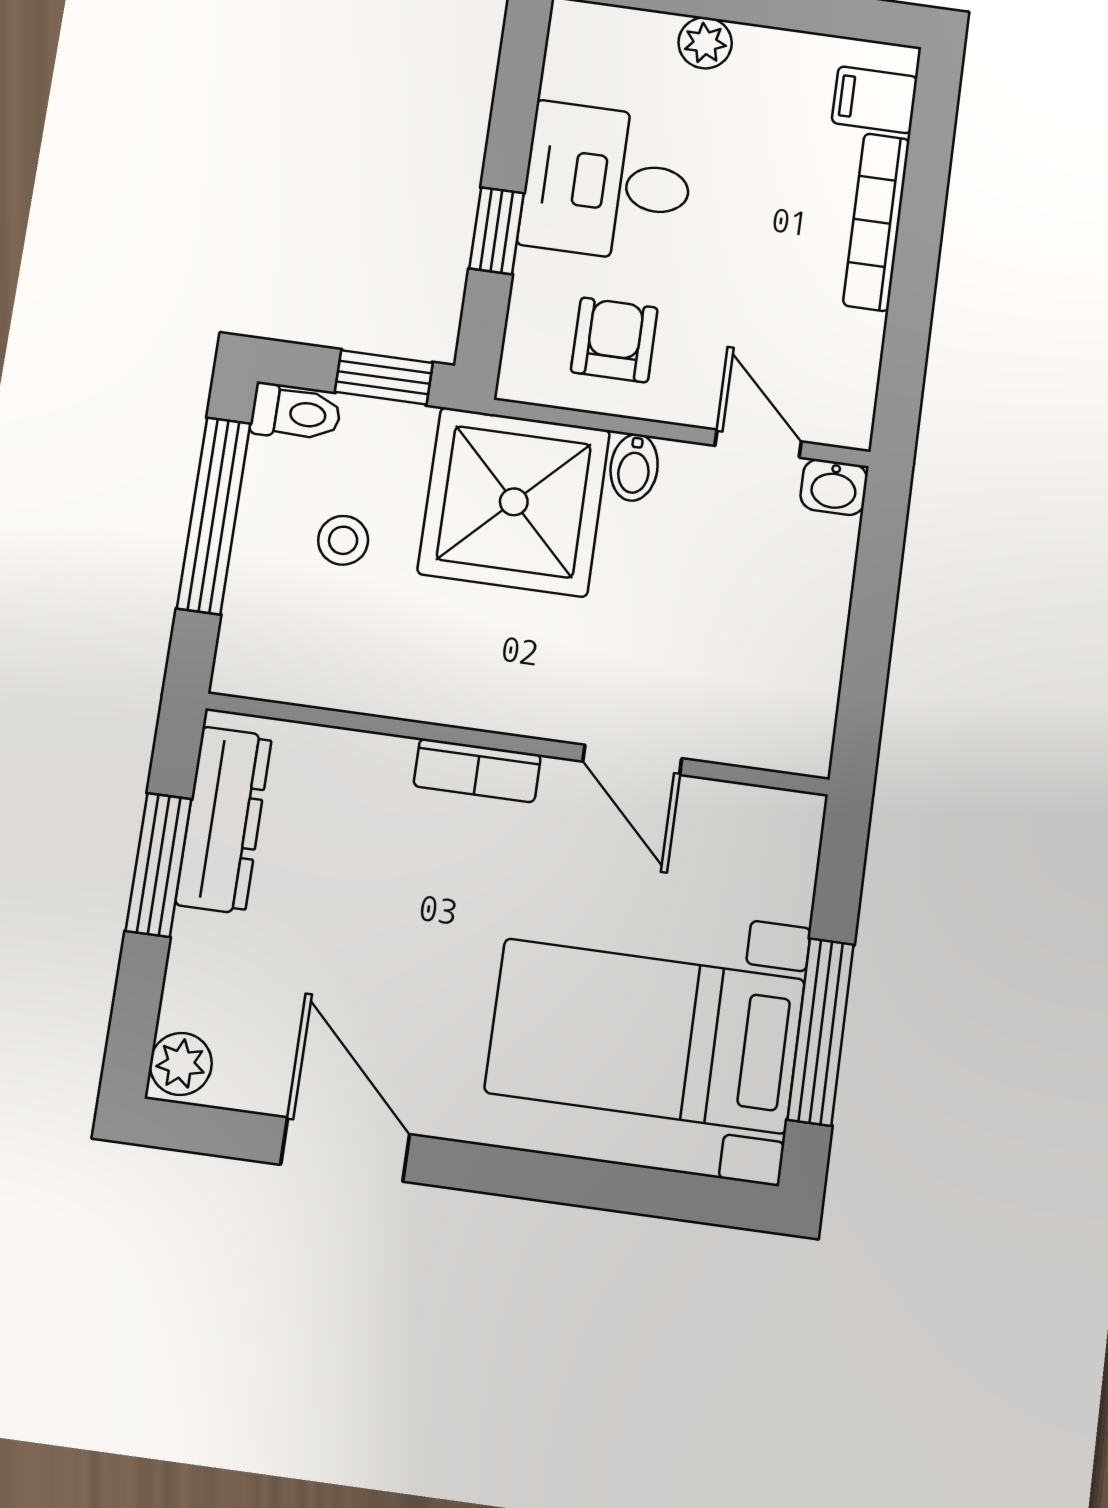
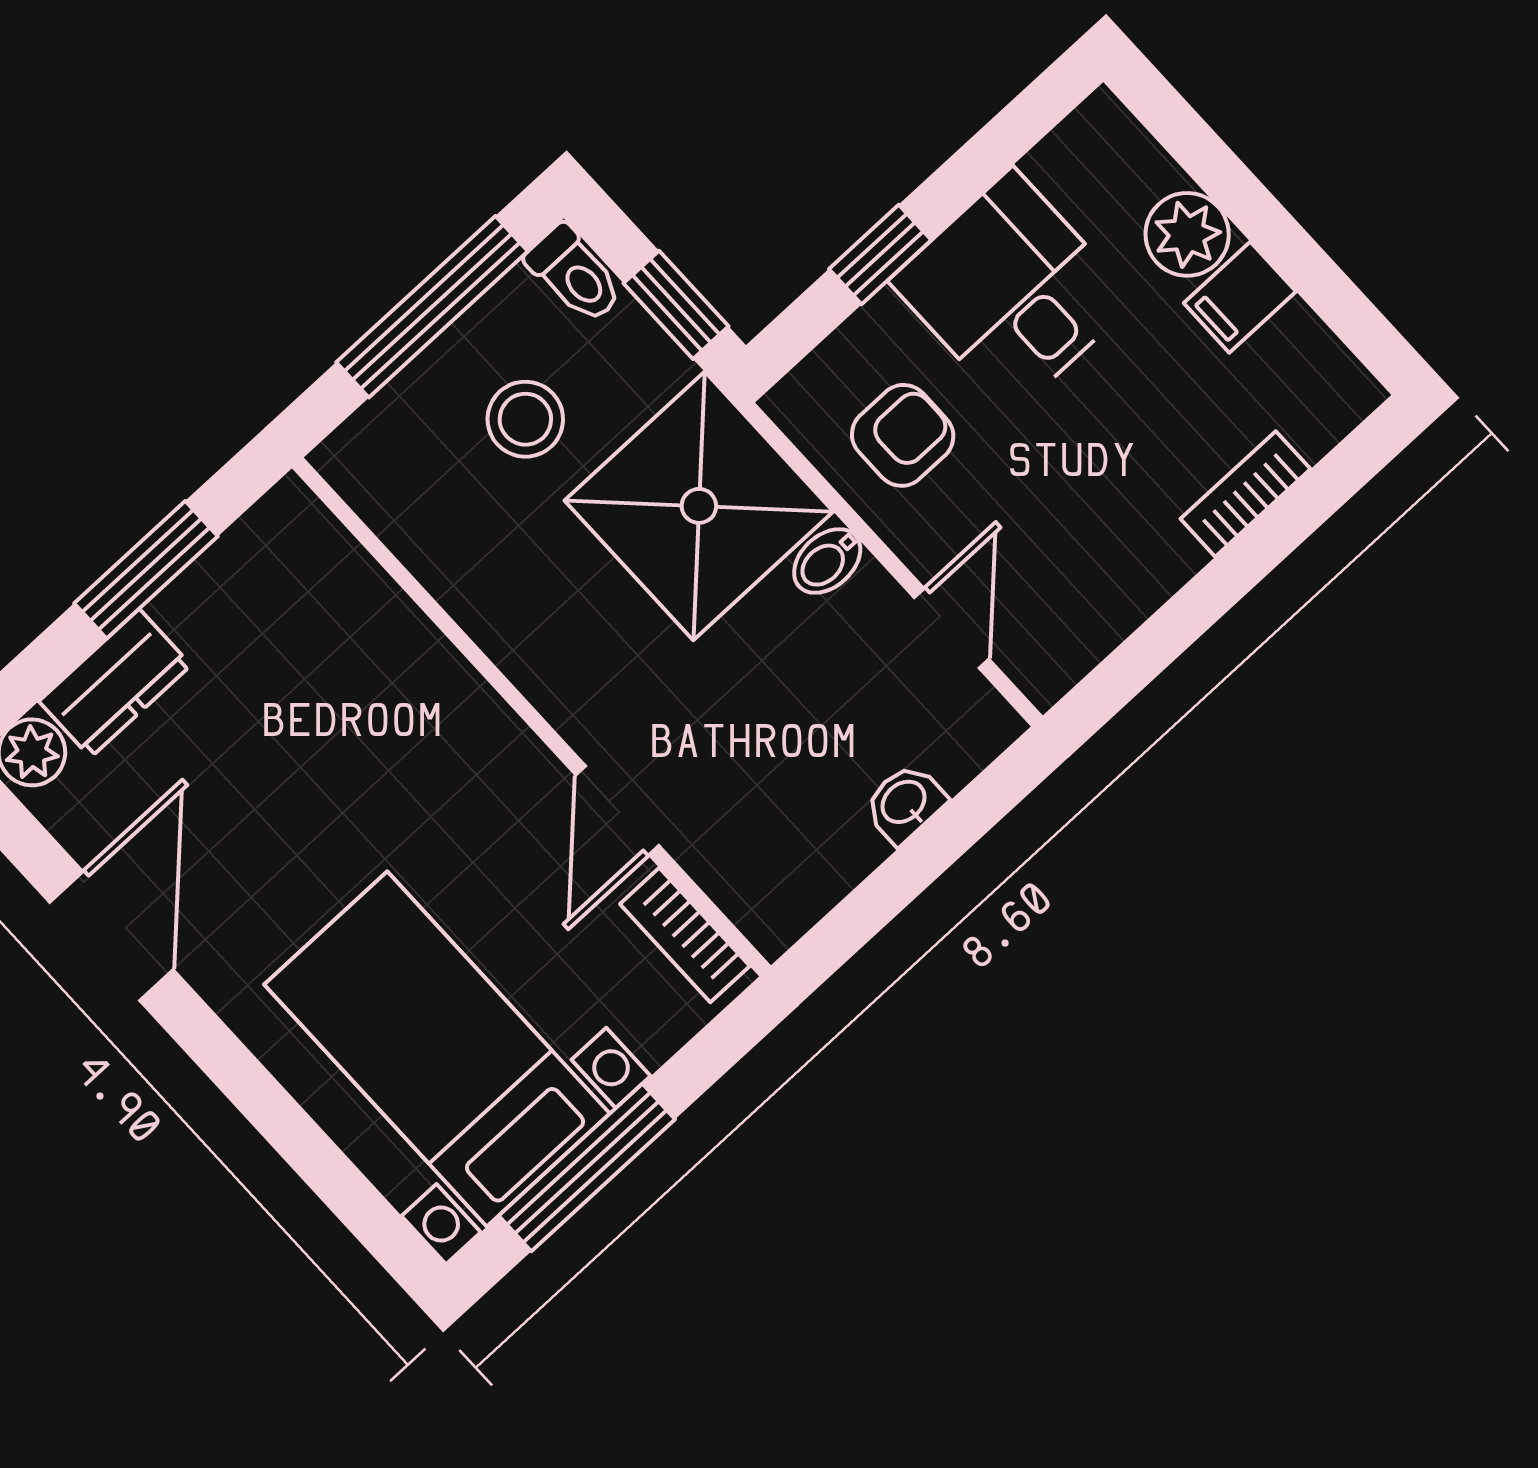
plant: (705, 43) -> (1187, 234), width x1.38, depth x1.38
filing cabinet: (875, 100) -> (1240, 297), moved, turned -90
bookcase: (876, 222) -> (1246, 494), width x0.64
washbasin: (834, 487) -> (905, 803), moved, turned 90
stool: (343, 540) -> (525, 419), width x1.37, depth x1.37
bookcase: (477, 770) -> (685, 935), moved
dresser: (224, 820) -> (115, 683), moved, width x0.70

